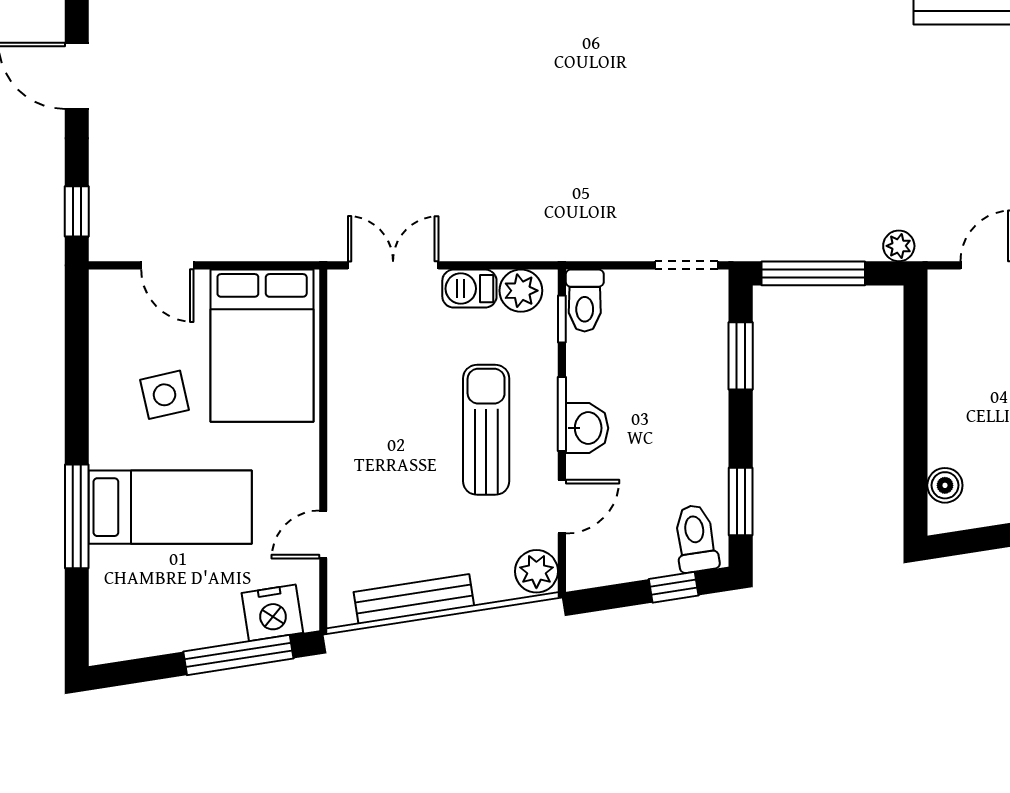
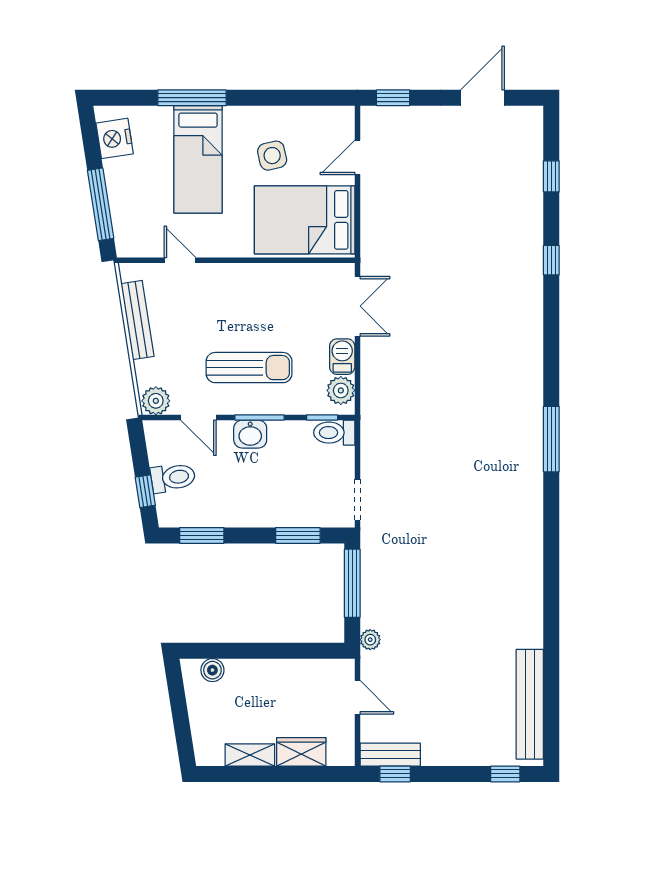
toilet: (696, 538) -> (173, 478), moved
nightstand: (272, 613) -> (115, 138), moved

